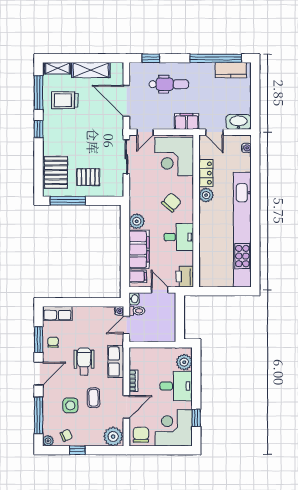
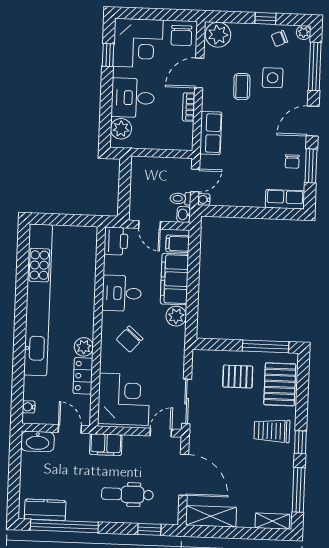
shelving: (91, 70) -> (211, 516), moved
trolley: (65, 100) -> (272, 431), moved, turned 180
wheelchair: (84, 361) -> (252, 135), removed

